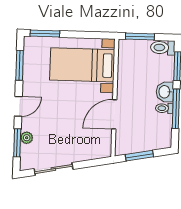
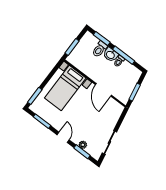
toilet: (163, 48) -> (100, 49), moved

